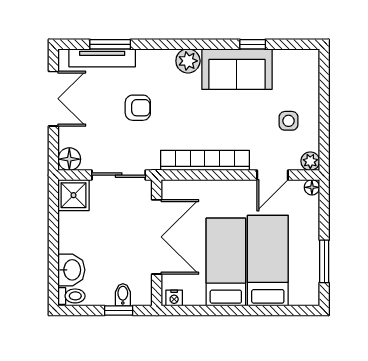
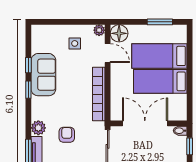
window: (212, 44) -> (28, 90), added
plant: (188, 61) -> (38, 128), moved
floor lamp: (312, 187) -> (119, 33), width x1.89, depth x1.89
bidet: (123, 295) -> (180, 131), moved
nightstand: (174, 298) -> (182, 113), removed

